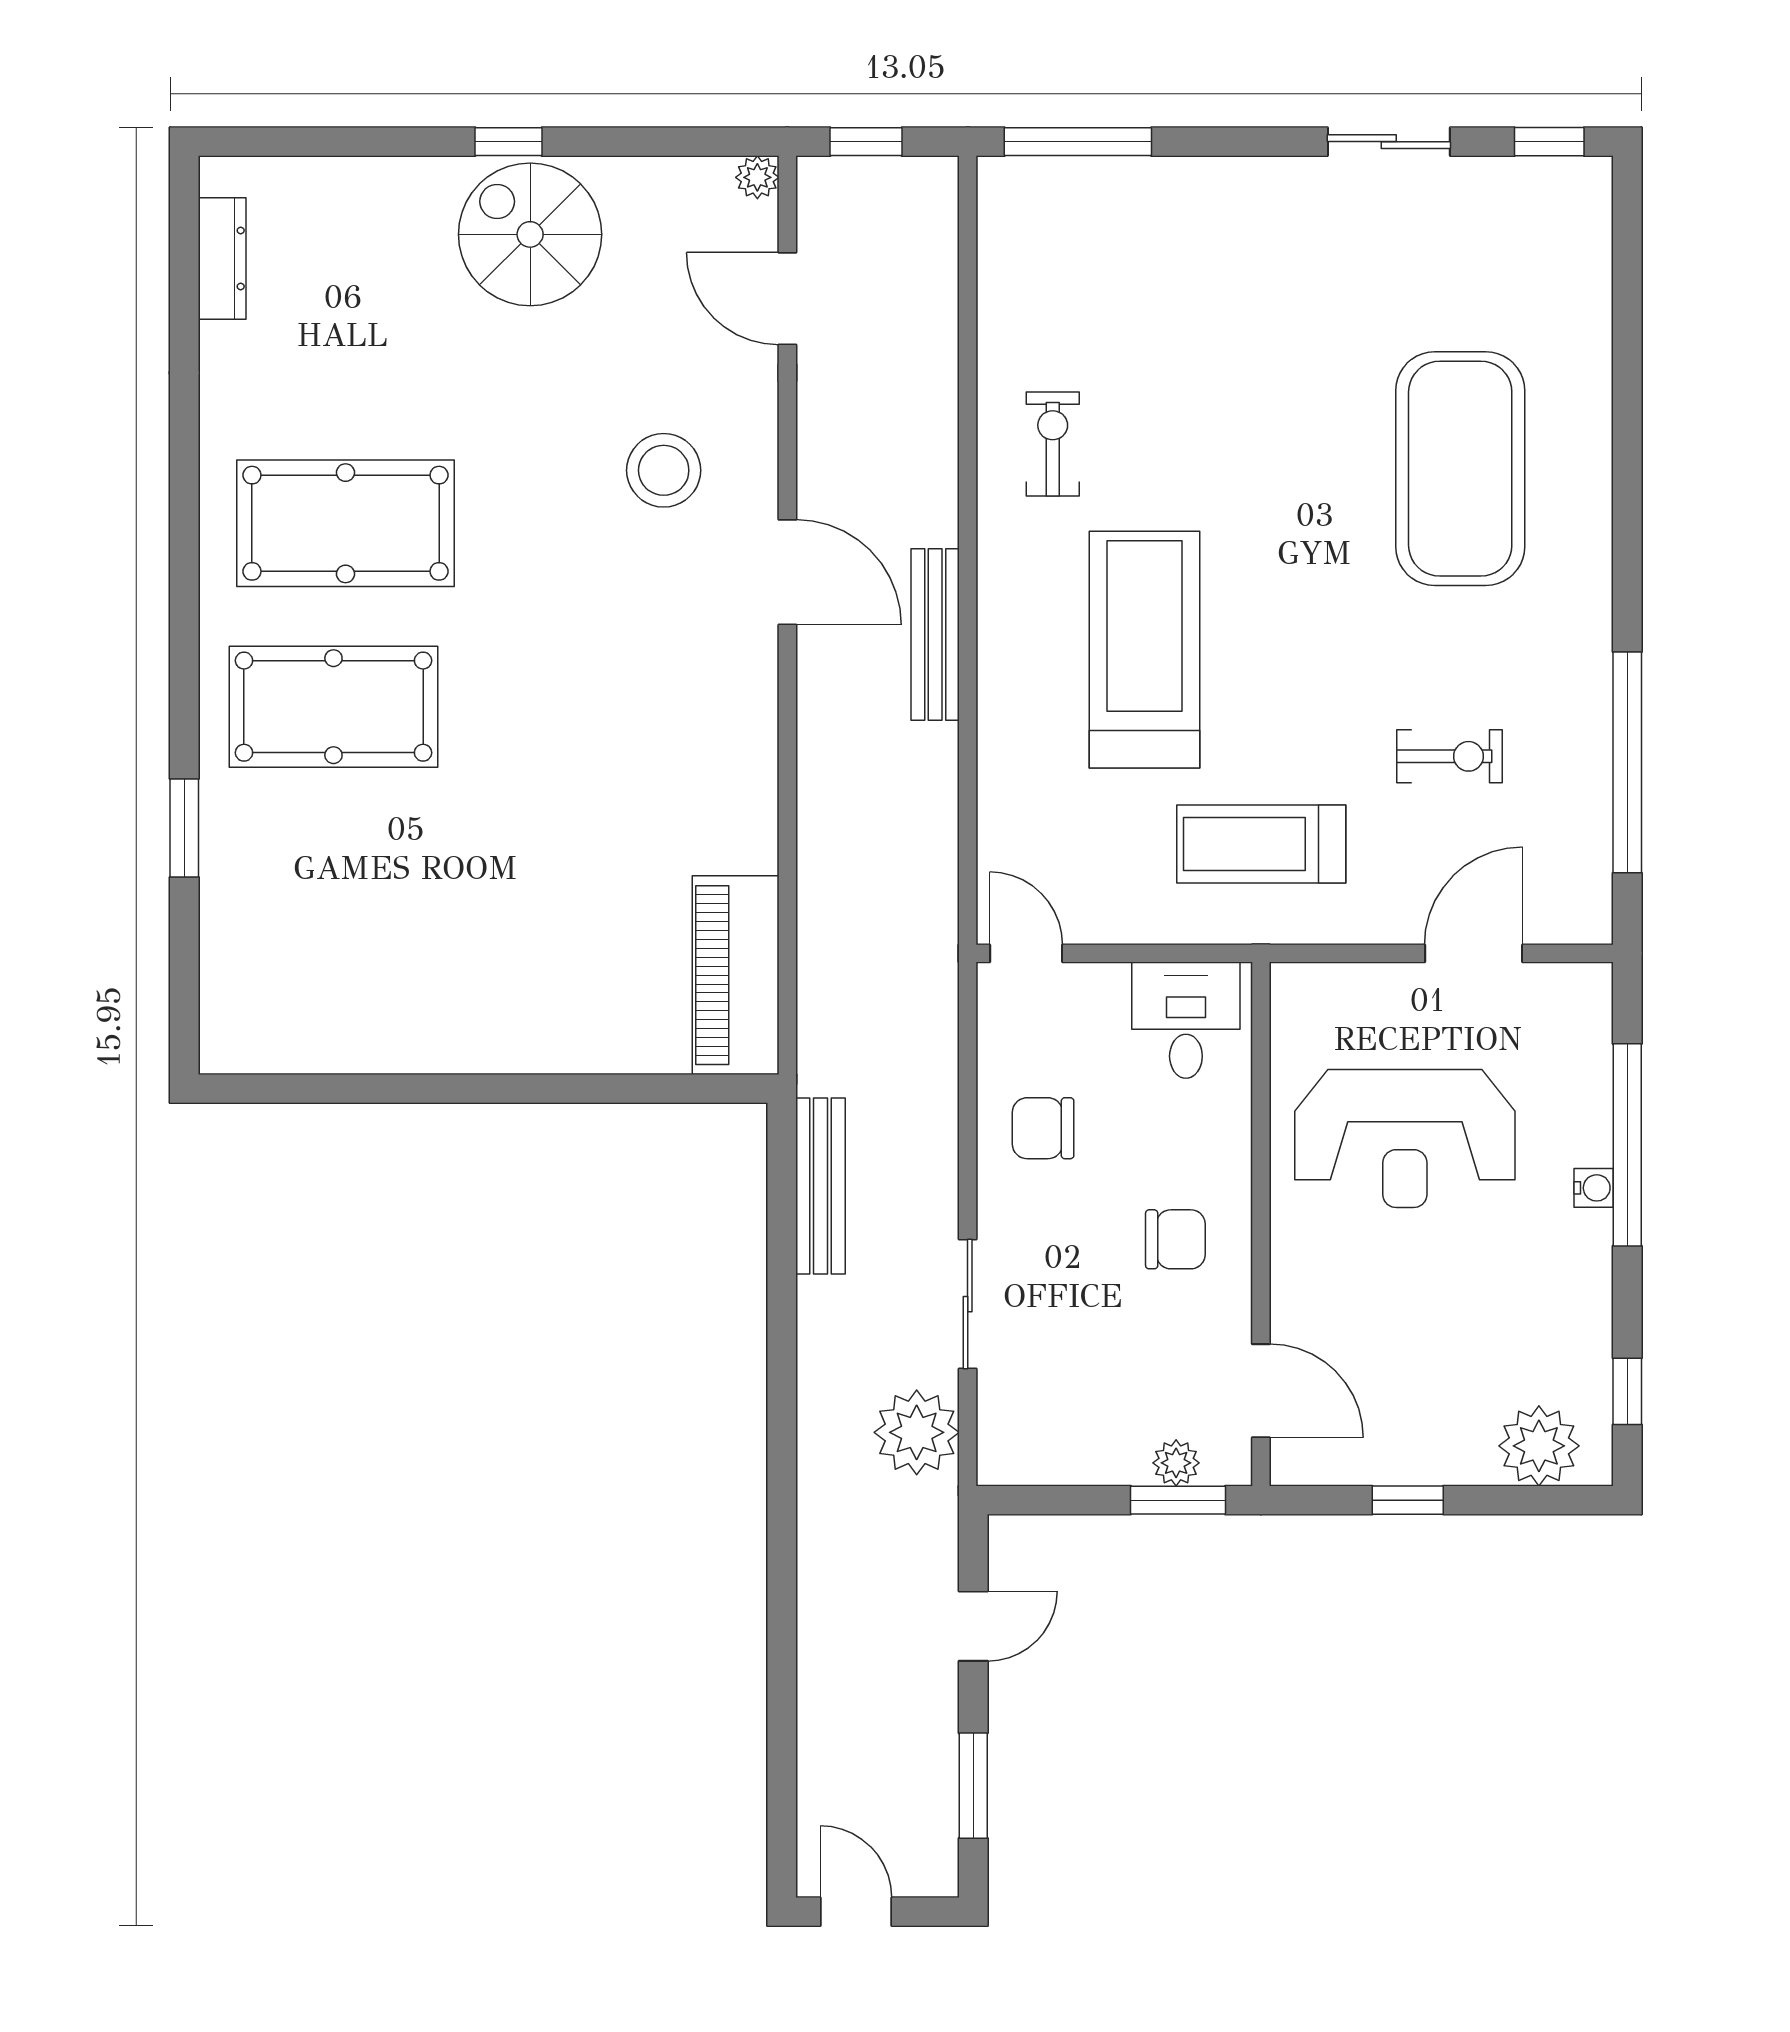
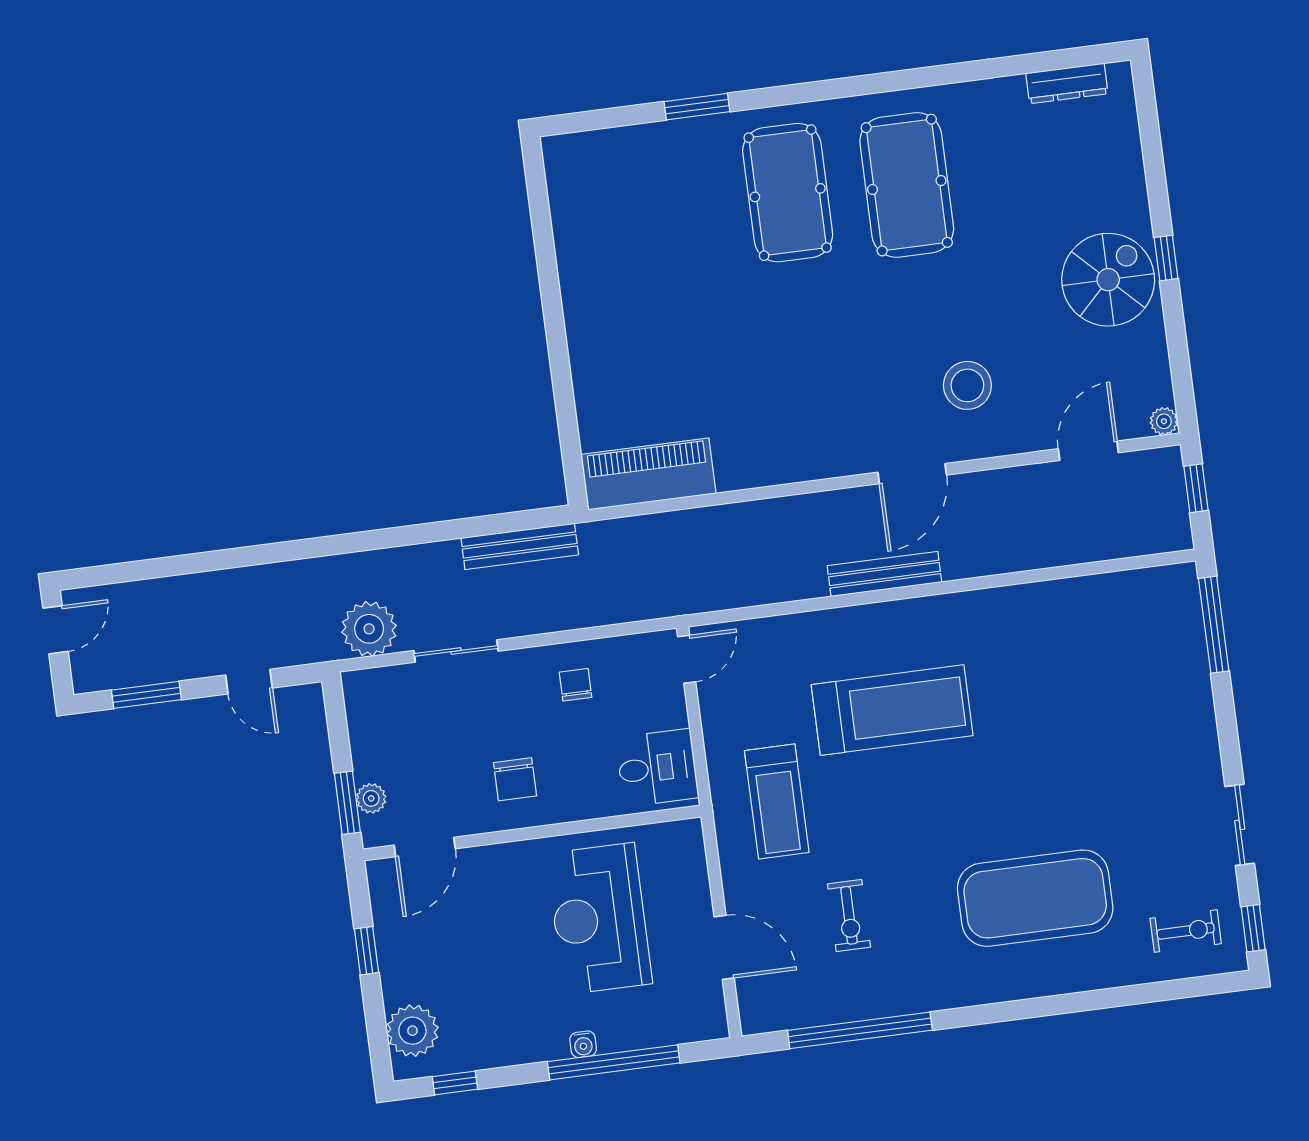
exercise bike: (1053, 444) -> (1186, 931), moved
treadmill: (1261, 844) -> (777, 802), turned 180
chair: (1043, 1128) -> (576, 685), width x0.73, depth x0.73

